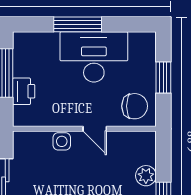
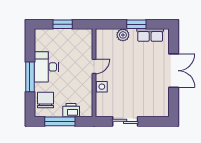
desk: (94, 57) -> (46, 67), width x0.73, depth x0.77
chair: (135, 106) -> (46, 100), moved

